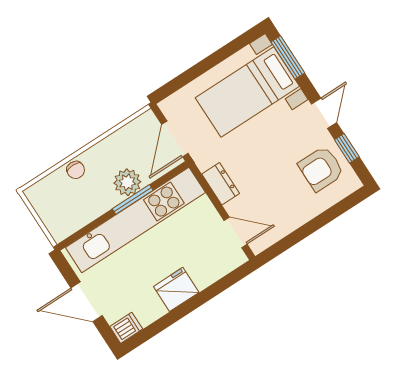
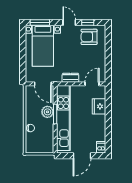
armchair: (321, 169) -> (89, 37), turned 90
fridge: (176, 289) -> (99, 106), moved

